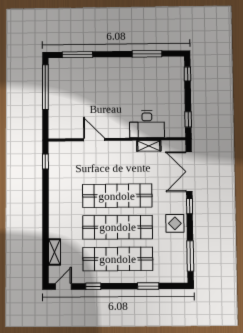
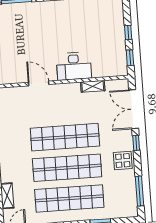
window: (187, 74) -> (128, 33), moved
desk: (147, 124) -> (74, 66), moved

